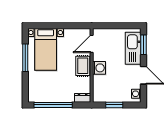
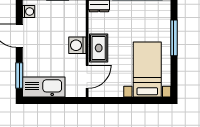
kitchen sink: (133, 48) -> (44, 87), moved, turned -90
window: (25, 58) -> (174, 38), moved

